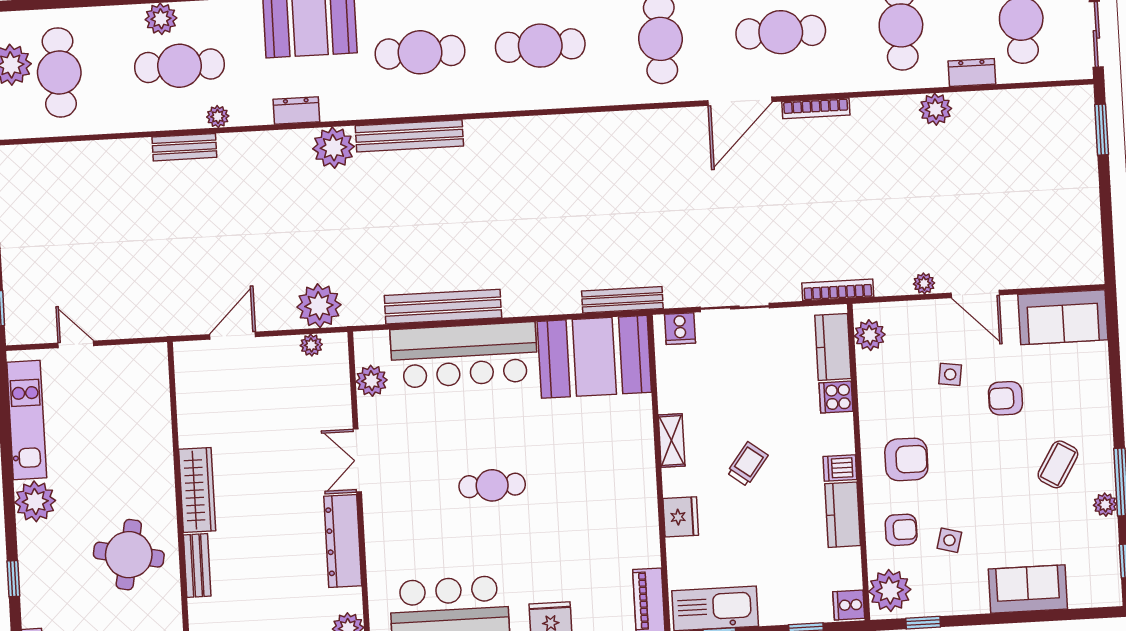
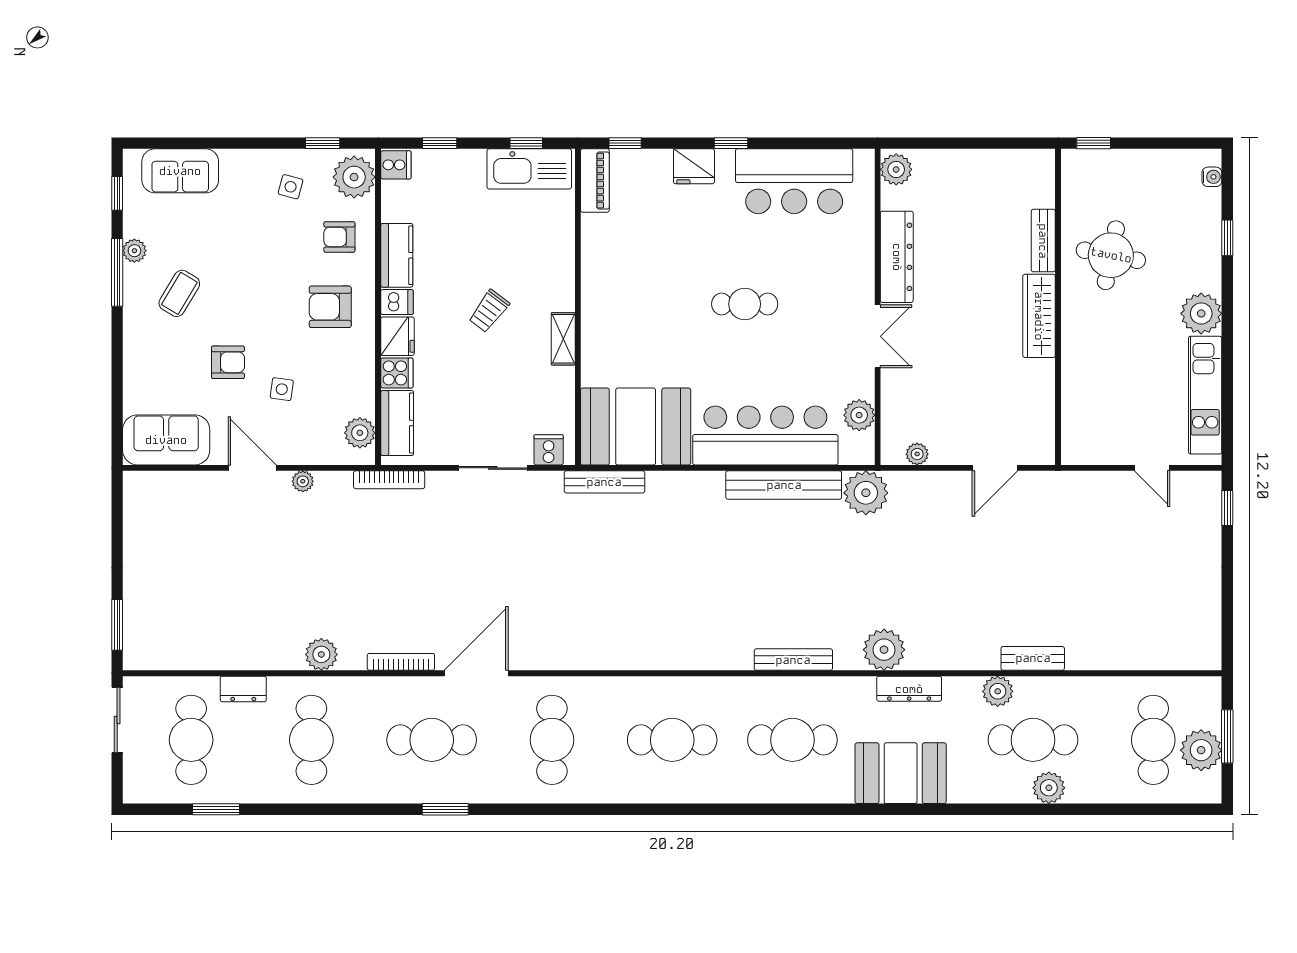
plant: (936, 109) -> (321, 654), moved
dresser: (296, 111) -> (909, 689), width x1.44
plant: (218, 117) -> (998, 691), width x1.38, depth x1.38
bench: (409, 136) -> (793, 660), width x0.73, depth x0.82
plant: (319, 306) -> (866, 493), moved
fridge: (681, 517) -> (397, 336), moved, turned 180
side table: (949, 540) -> (291, 187), moved
sofa: (1028, 589) -> (180, 171), moved

